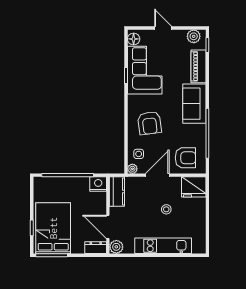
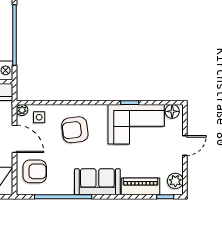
armchair: (185, 158) -> (35, 171), turned -90

